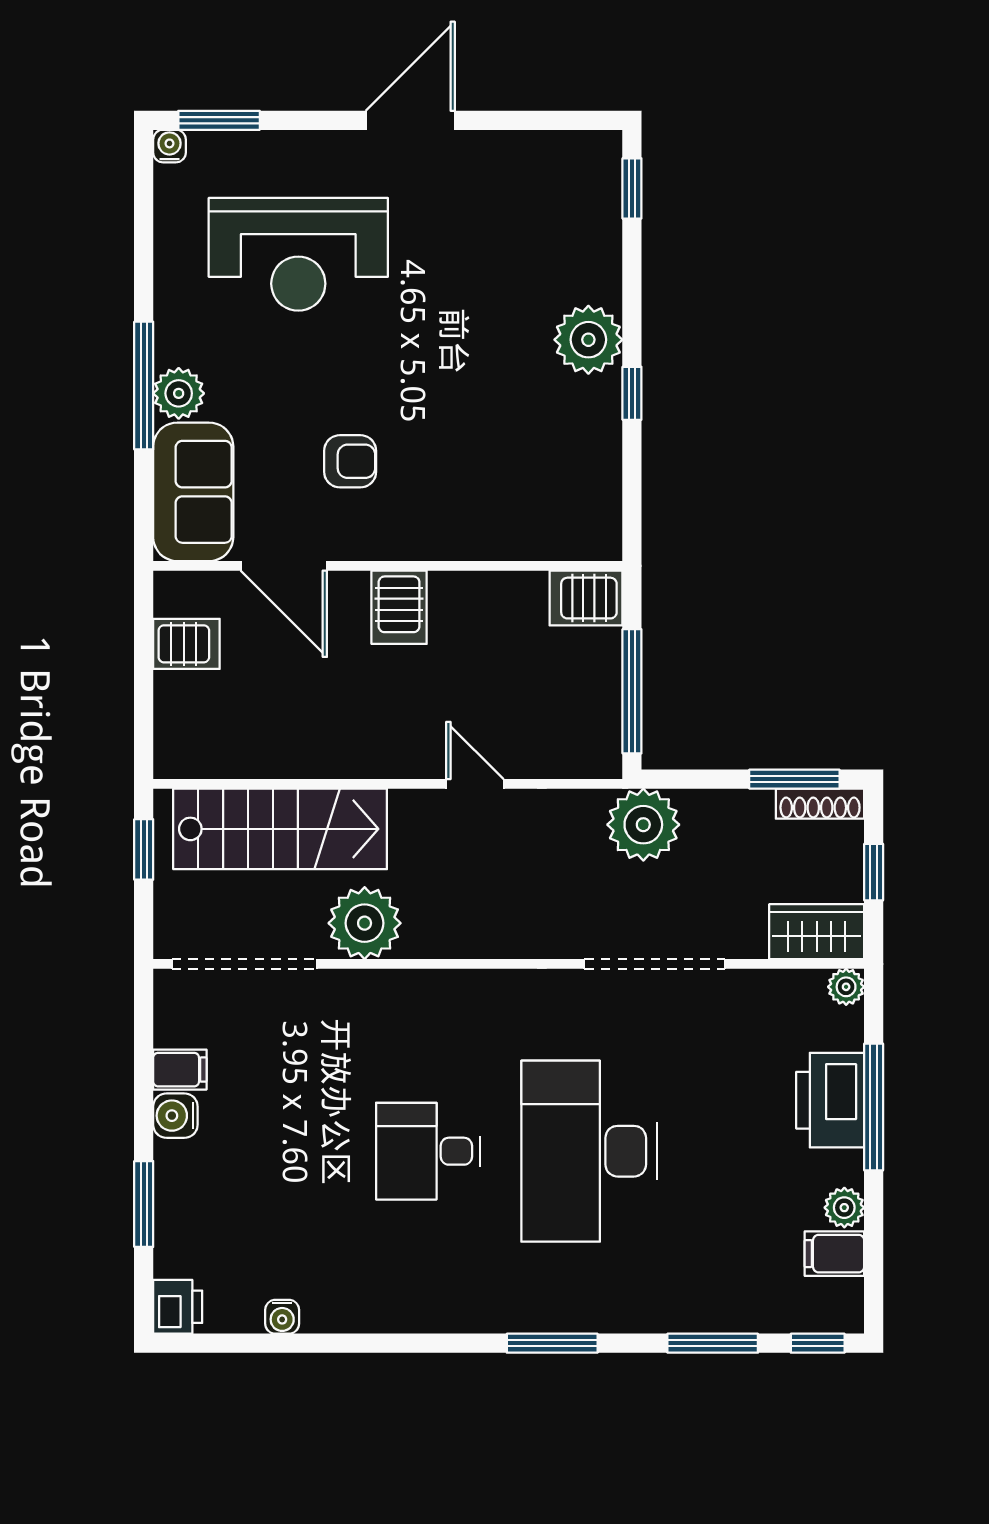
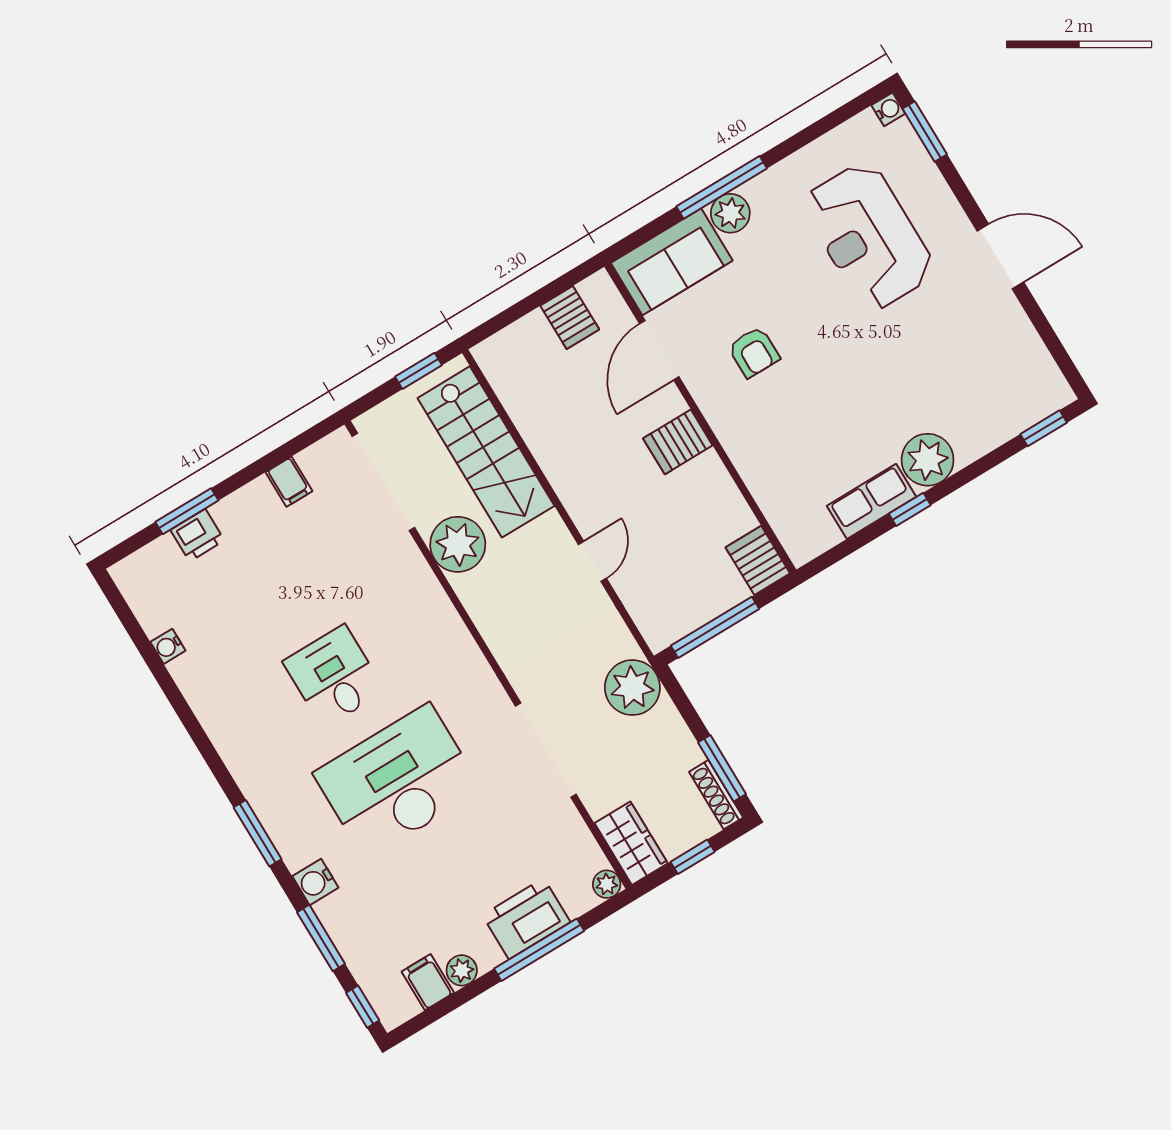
row of seats: (597, 431) -> (871, 501), added
water cooler: (175, 1116) -> (315, 882), moved, turned -90
printer: (178, 1307) -> (197, 535), moved

